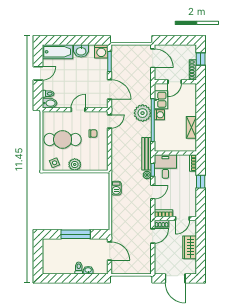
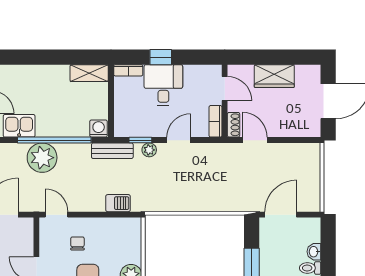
washing machine: (159, 115) -> (99, 129), moved
shelving: (191, 127) -> (89, 73), moved
bench: (147, 154) -> (112, 151), width x0.73
desk: (165, 166) -> (163, 85), moved, turned 90
barbecue: (116, 188) -> (118, 203), moved
door: (153, 192) -> (179, 140), hinge flipped

